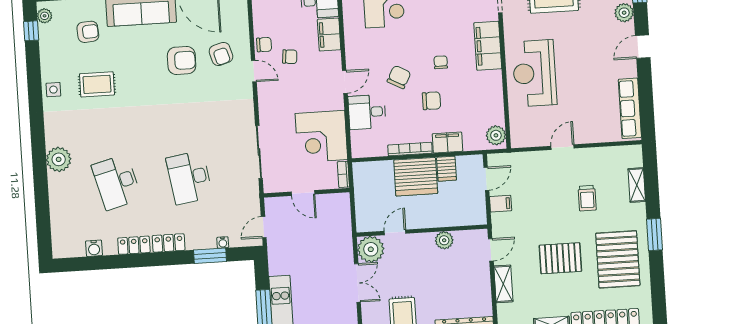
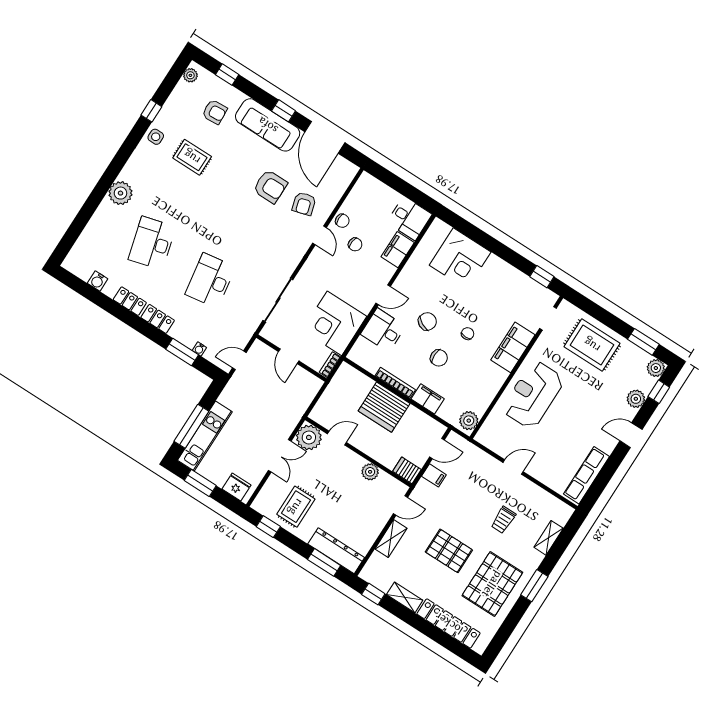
window: (31, 31) -> (151, 111), moved
server rack: (447, 169) -> (407, 470), moved, turned 90

